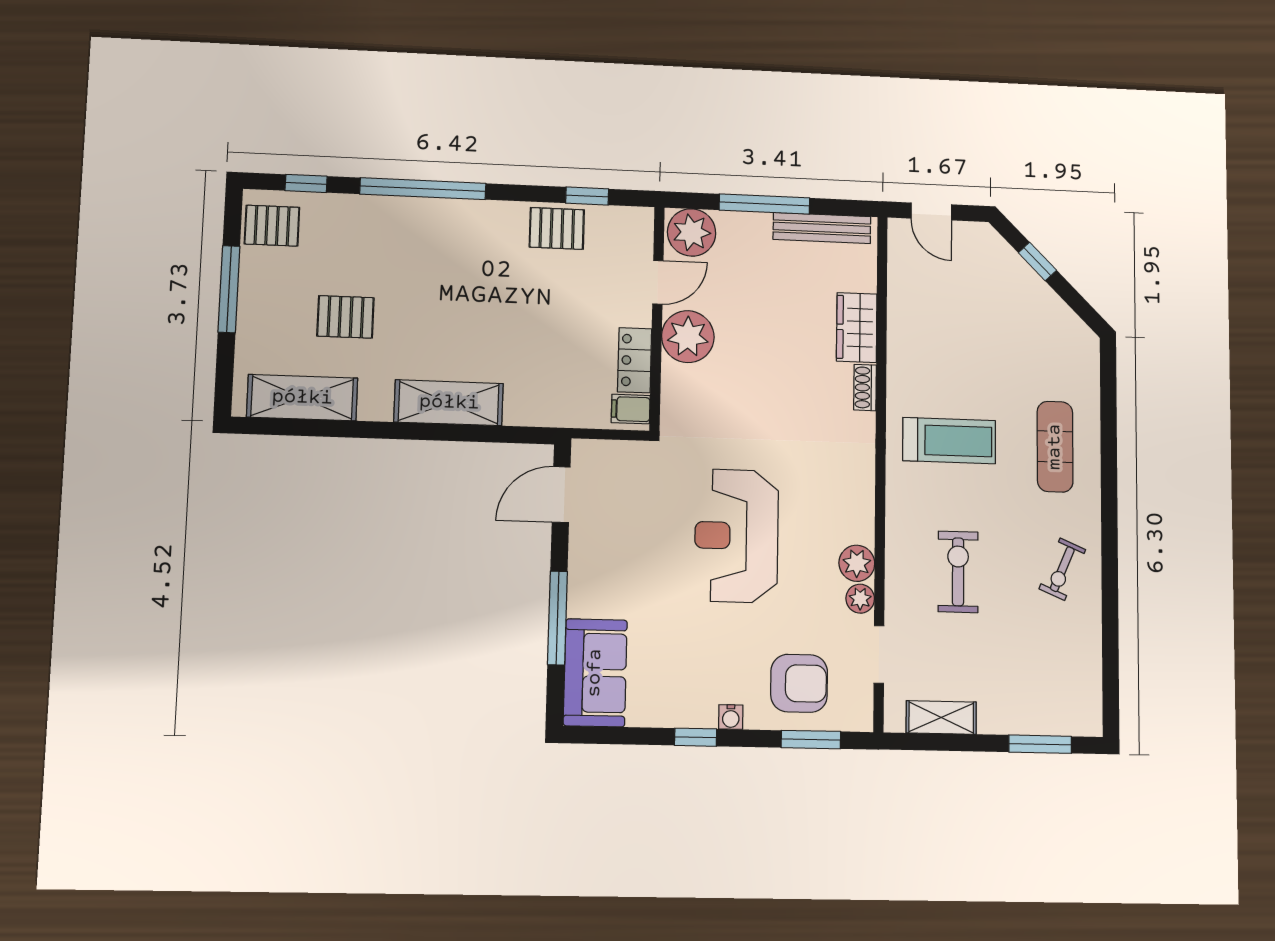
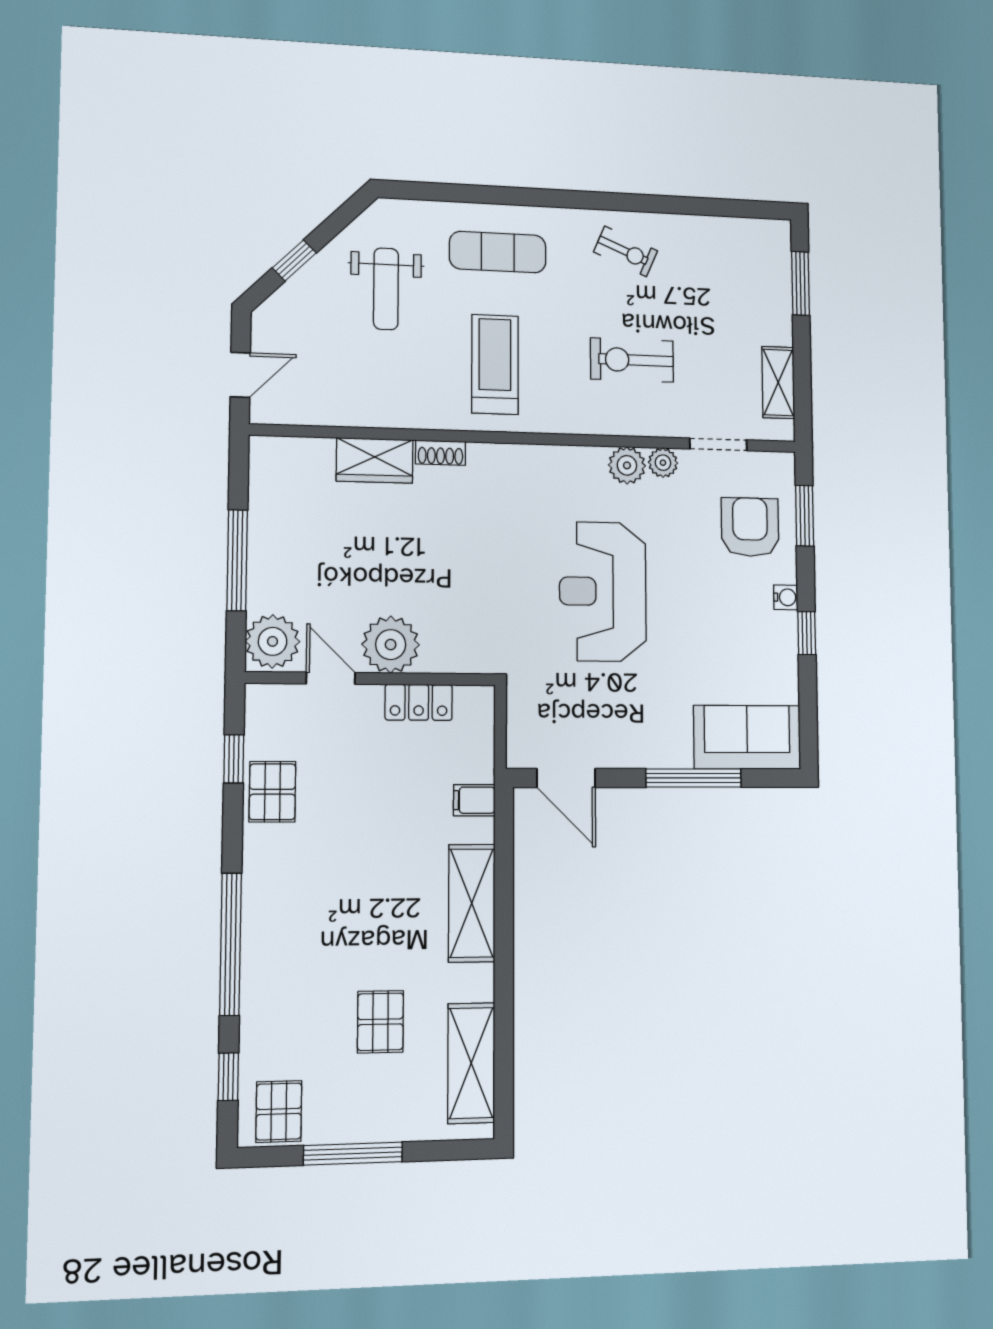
bench: (822, 228) -> (263, 497), removed
weight bench: (1015, 343) -> (386, 289), added
filing cabinet: (631, 409) -> (474, 800), moved, turned 90
reception desk: (736, 536) -> (603, 591), turned 90

